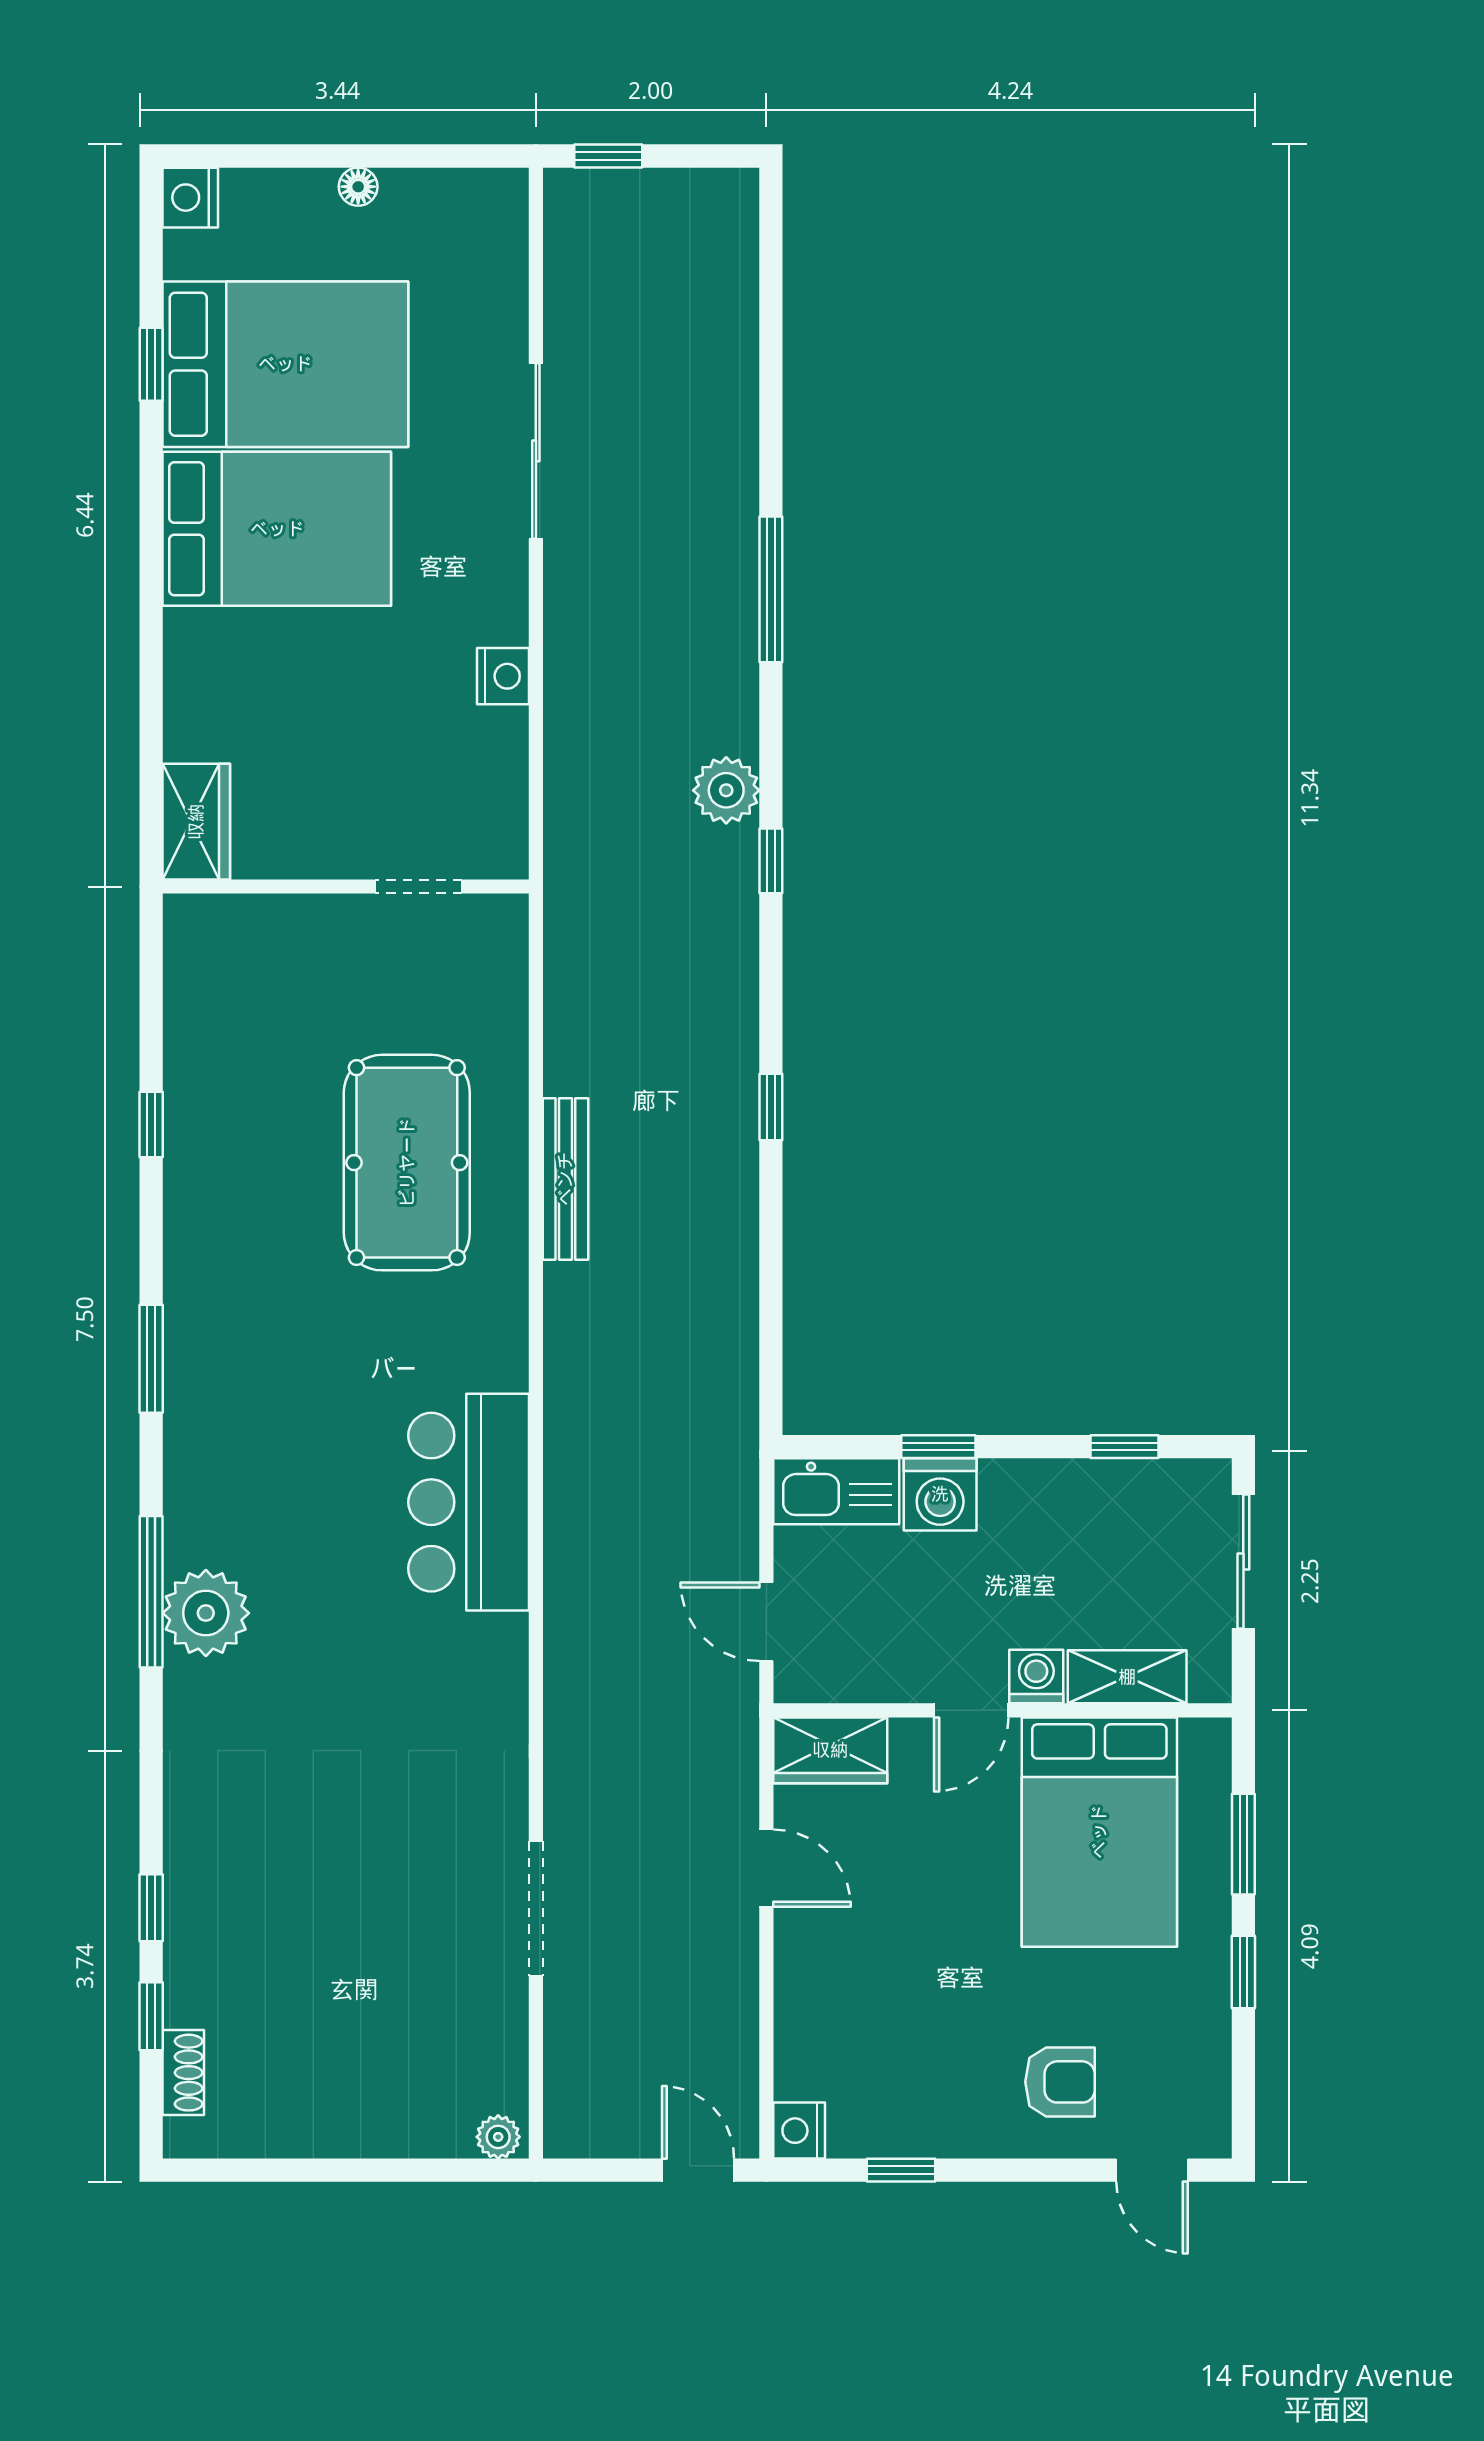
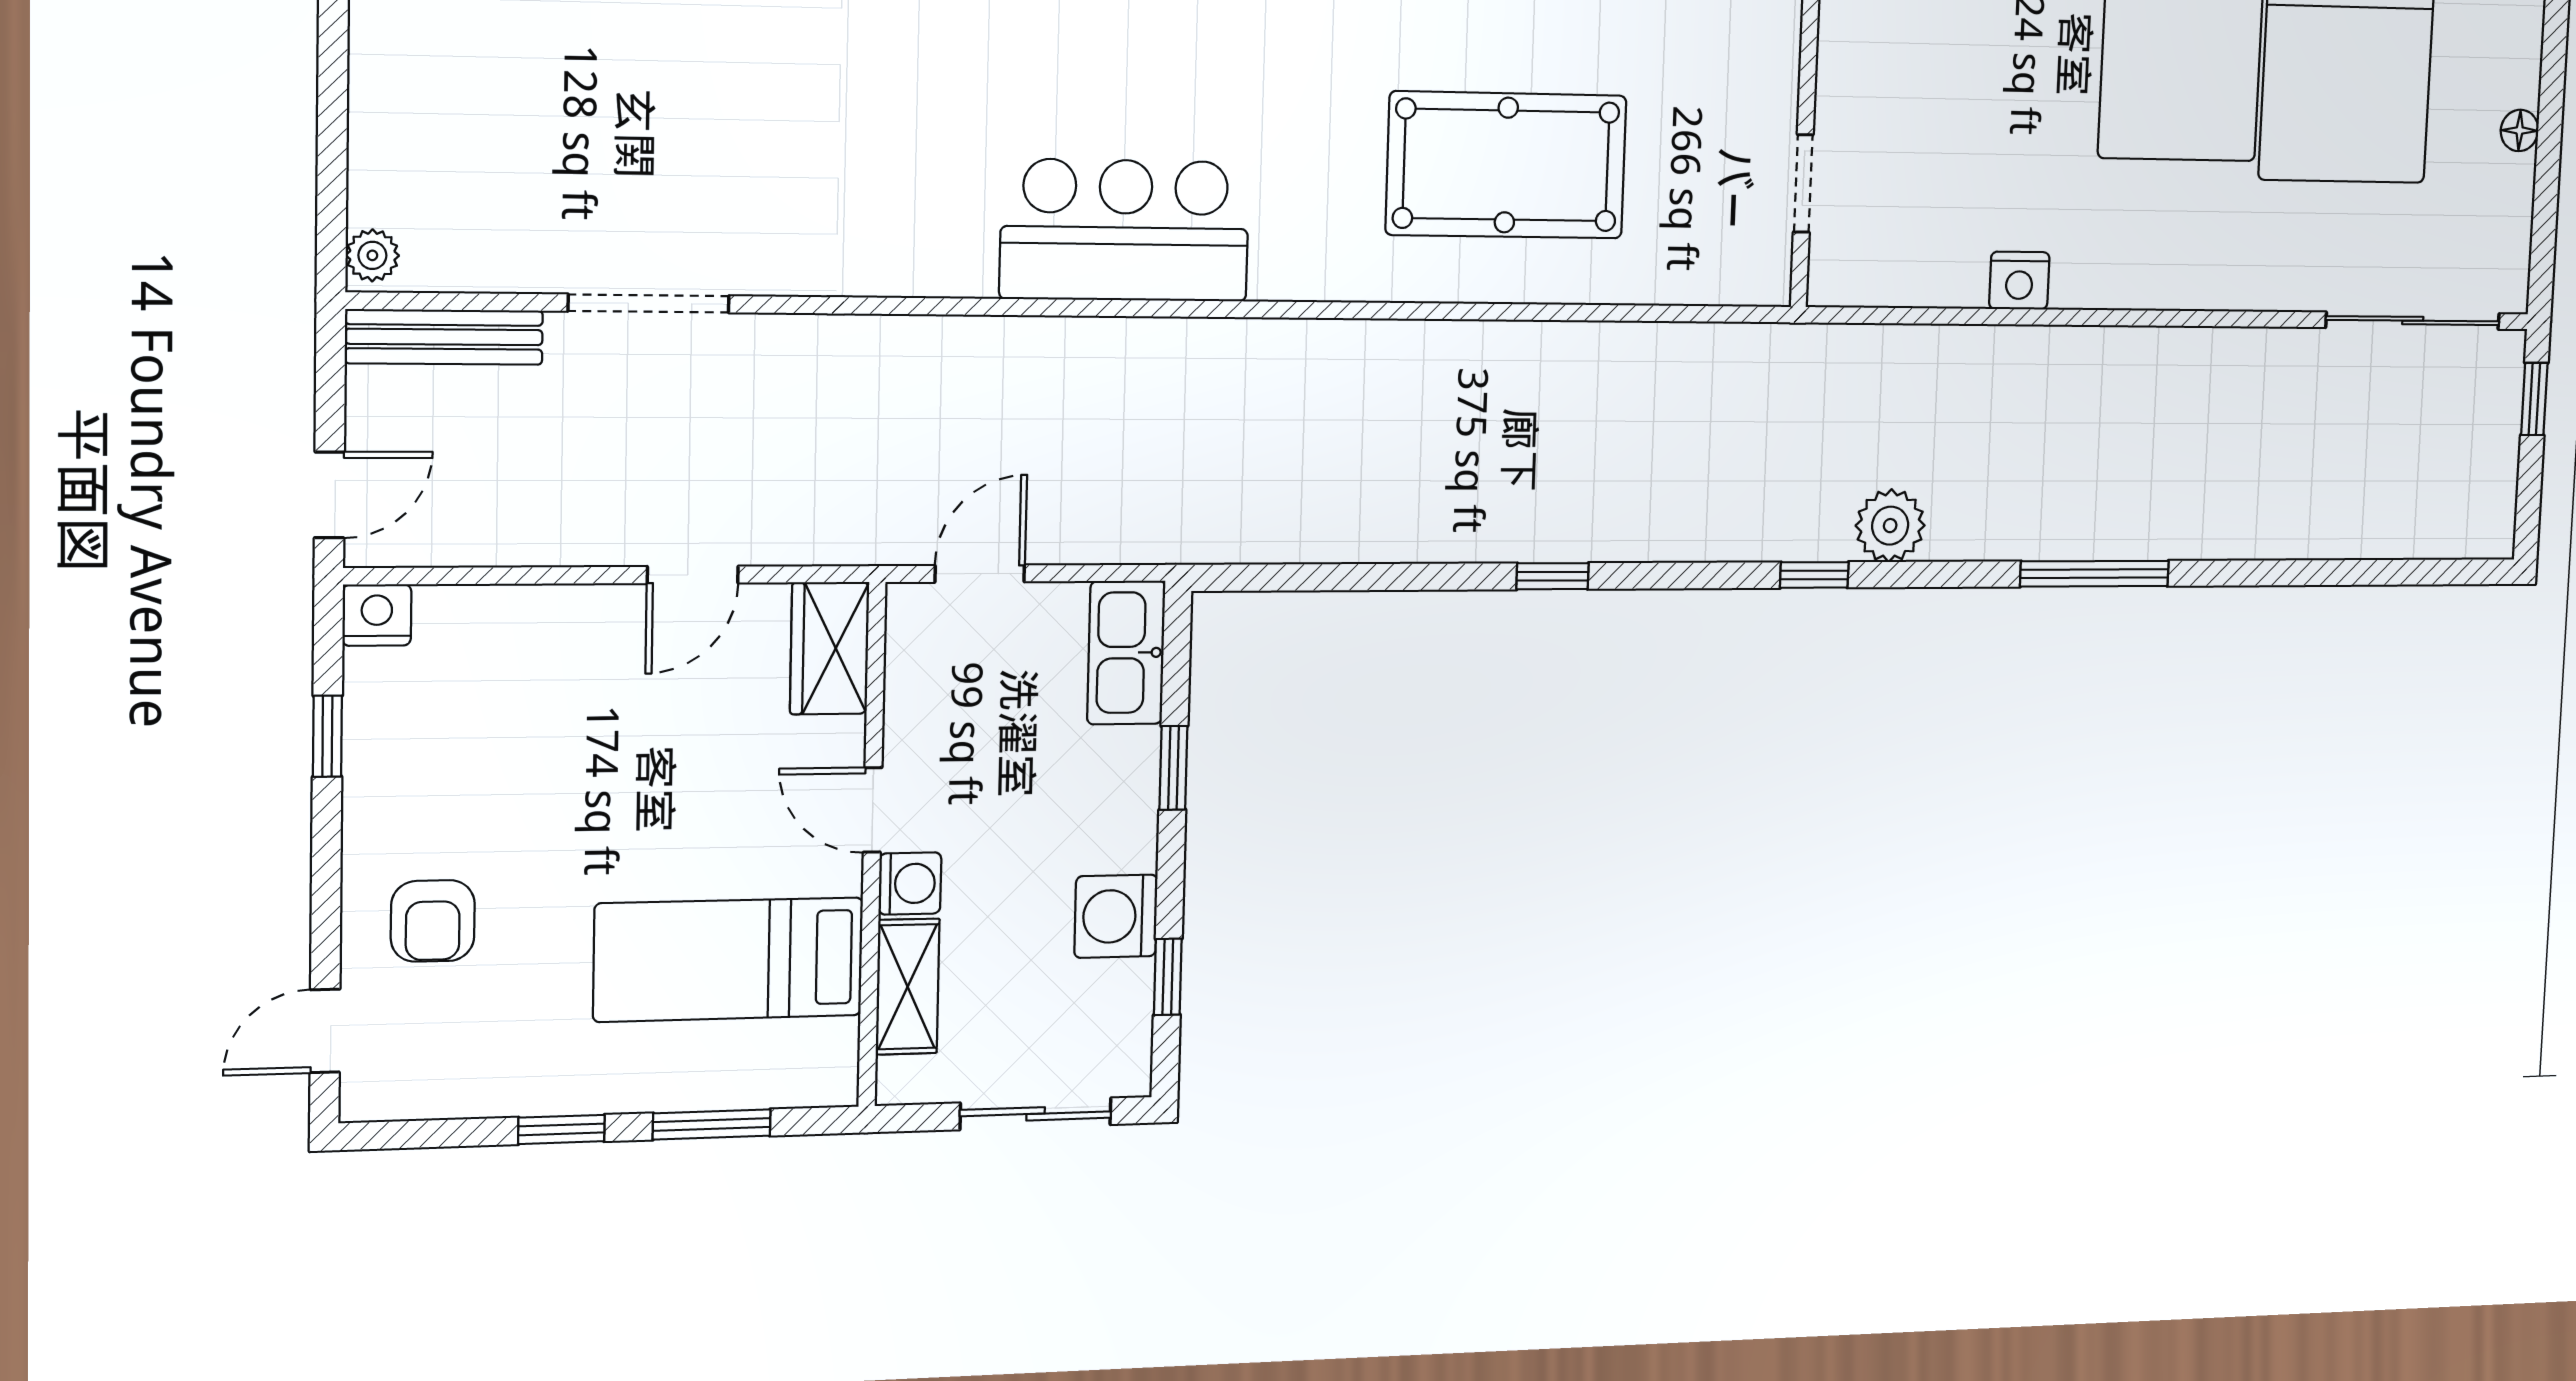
sliding door: (536, 451) -> (2413, 321), moved
bench: (565, 1179) -> (444, 337), moved
washing machine: (940, 1494) -> (1116, 916), moved
bed: (1099, 1832) -> (729, 960), width x0.67

